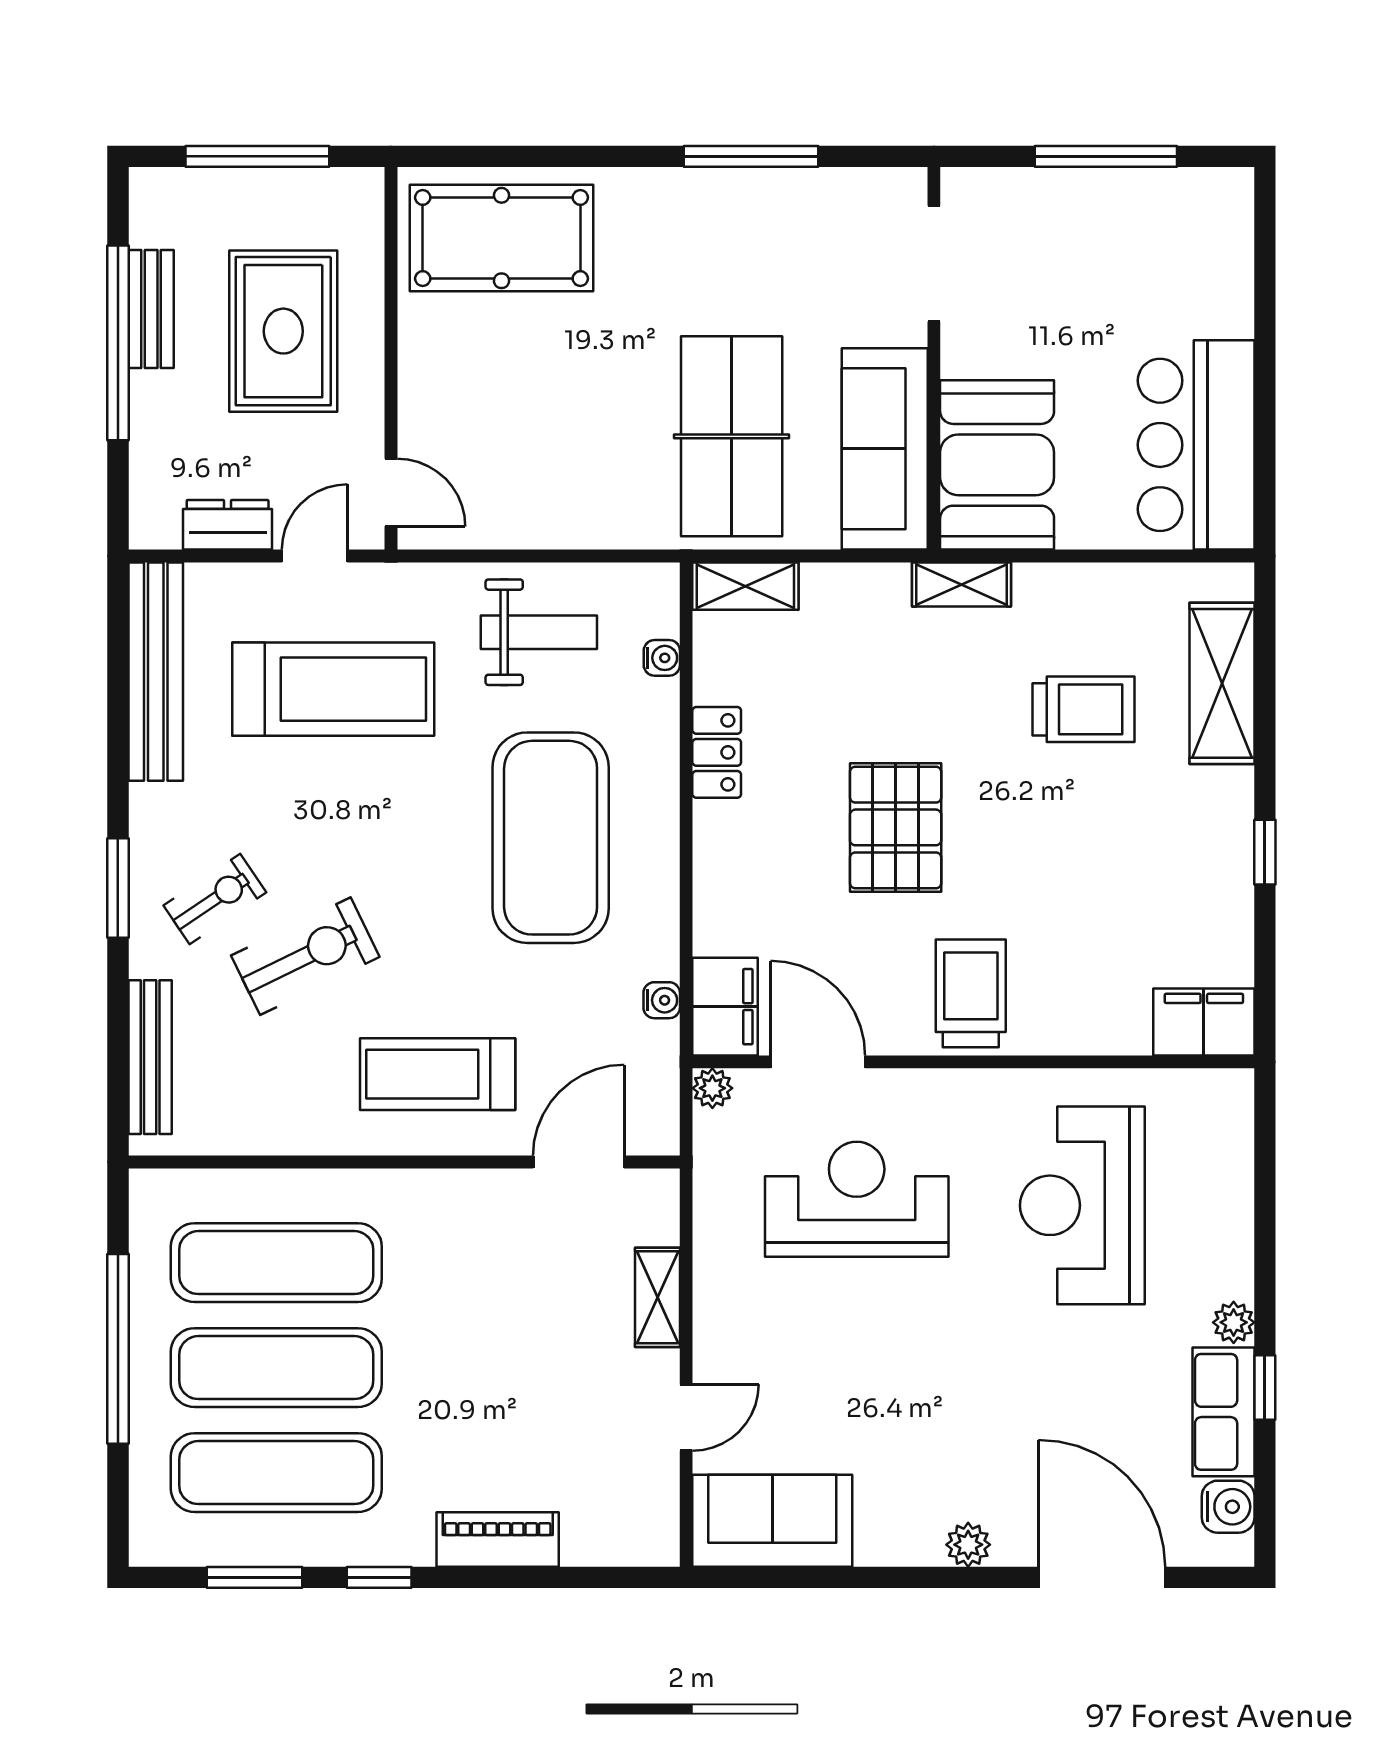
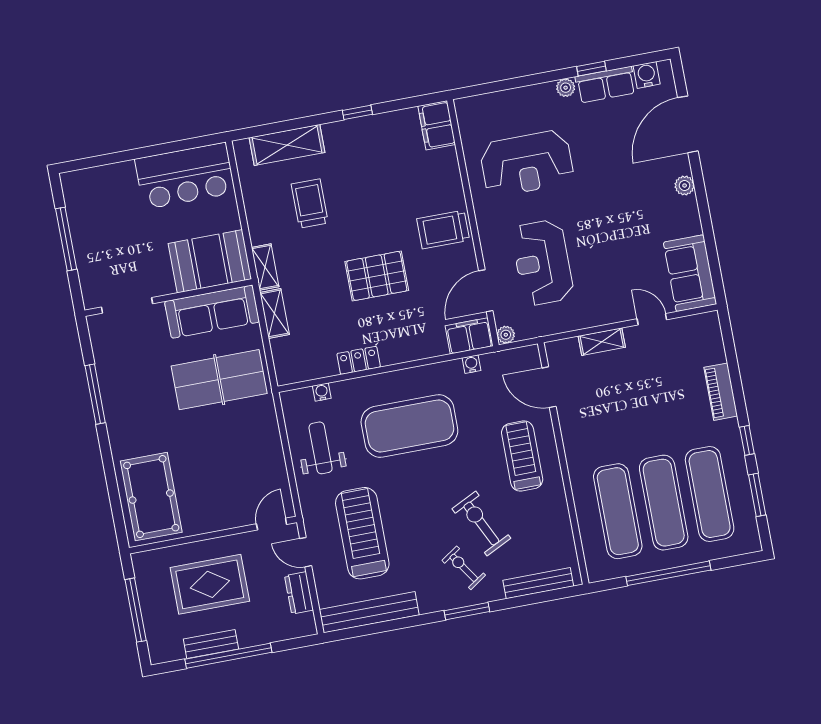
shelving: (745, 586) -> (275, 313), moved
treadmill: (438, 1074) -> (522, 456), turned 180

